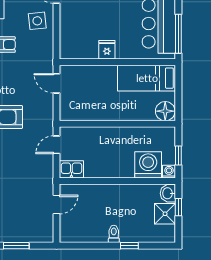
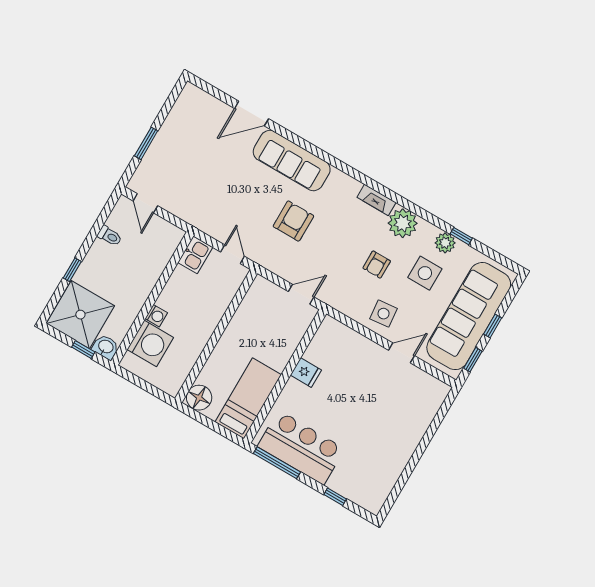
window: (178, 155) -> (141, 383), removed
washing machine: (169, 172) -> (156, 316), moved
door: (57, 205) -> (145, 203), moved
shower: (165, 214) -> (80, 315), width x1.86, depth x1.86
toilet: (114, 234) -> (110, 236), moved

